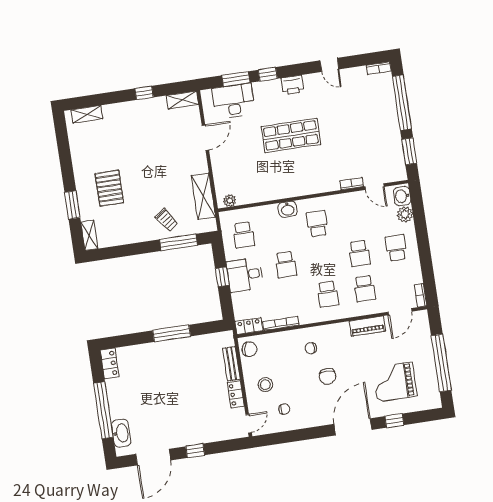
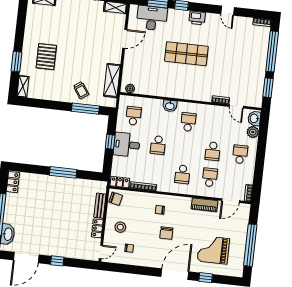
school desk: (244, 235) -> (133, 116), turned 180
school desk: (365, 289) -> (210, 177), turned 180

